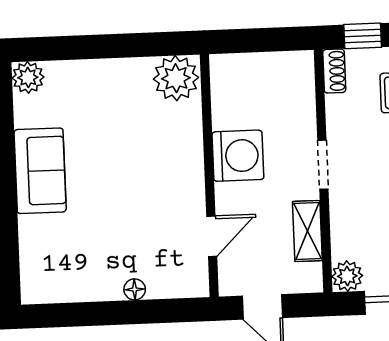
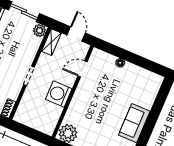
shelving: (307, 231) -> (51, 42), moved

